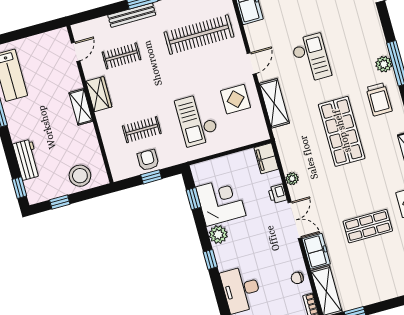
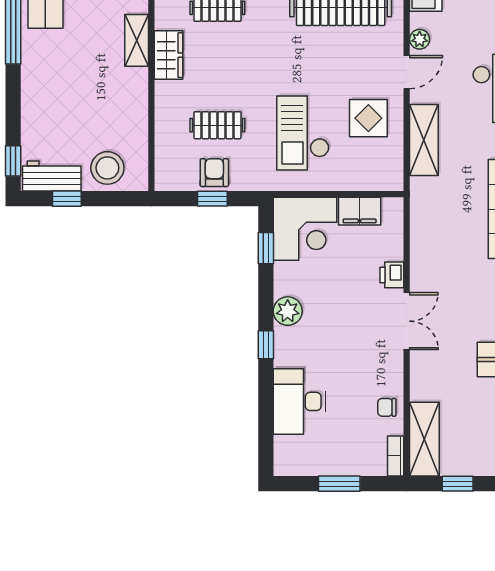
shelving: (81, 107) -> (137, 40), moved
filing cabinet: (266, 158) -> (360, 211), moved, turned -90
workbench: (27, 160) -> (52, 176), moved, turned -90
plant: (292, 179) -> (420, 39), moved
corner desk: (221, 201) -> (305, 229), moved, turned 90
freezer: (316, 251) -> (426, 376), removed

